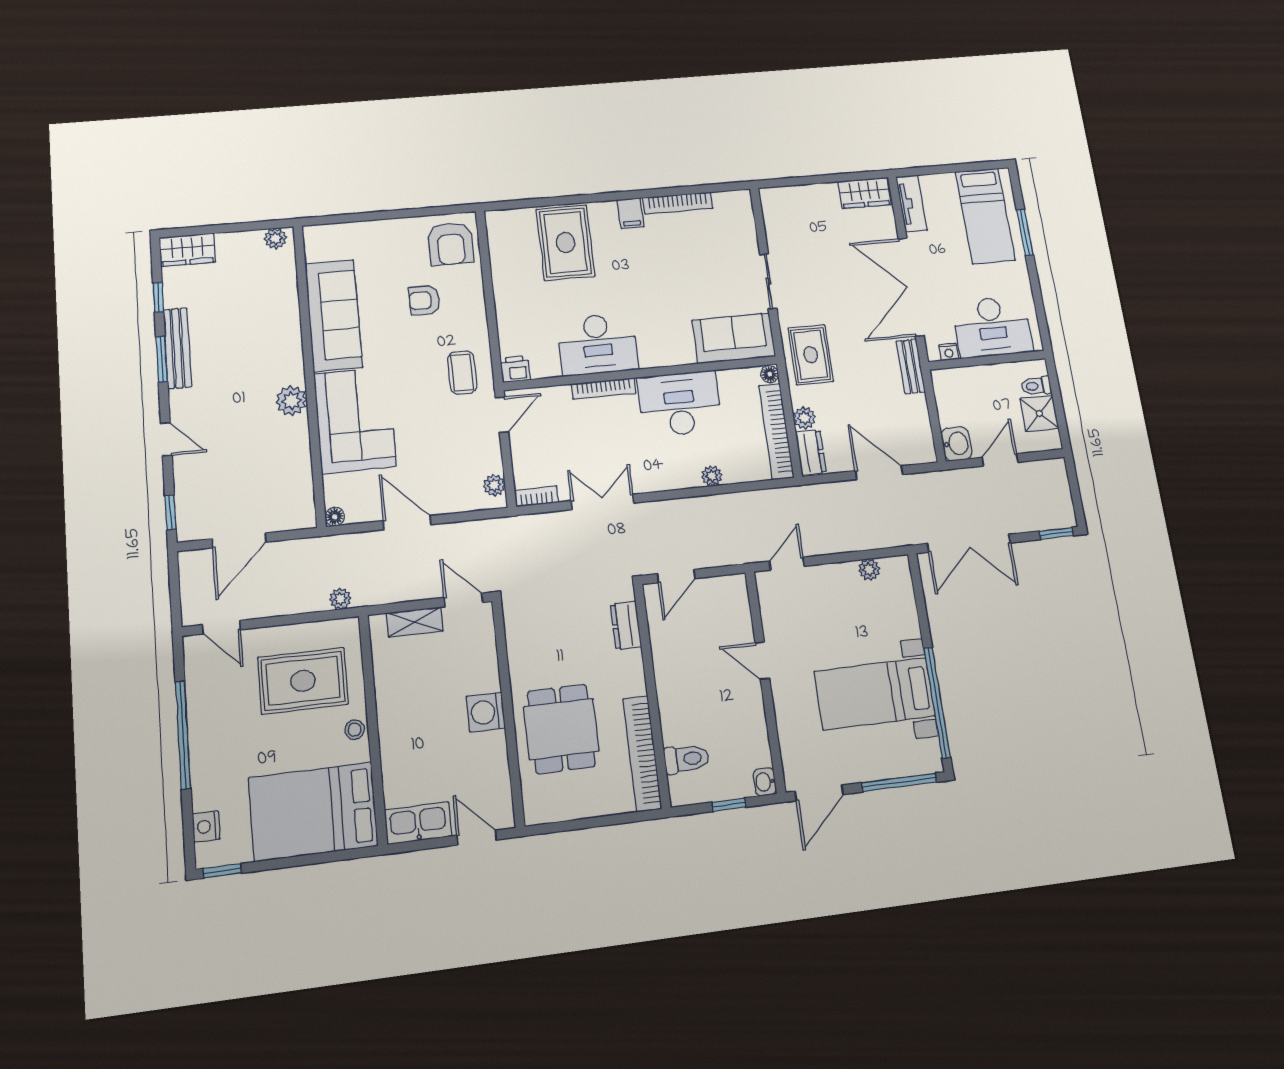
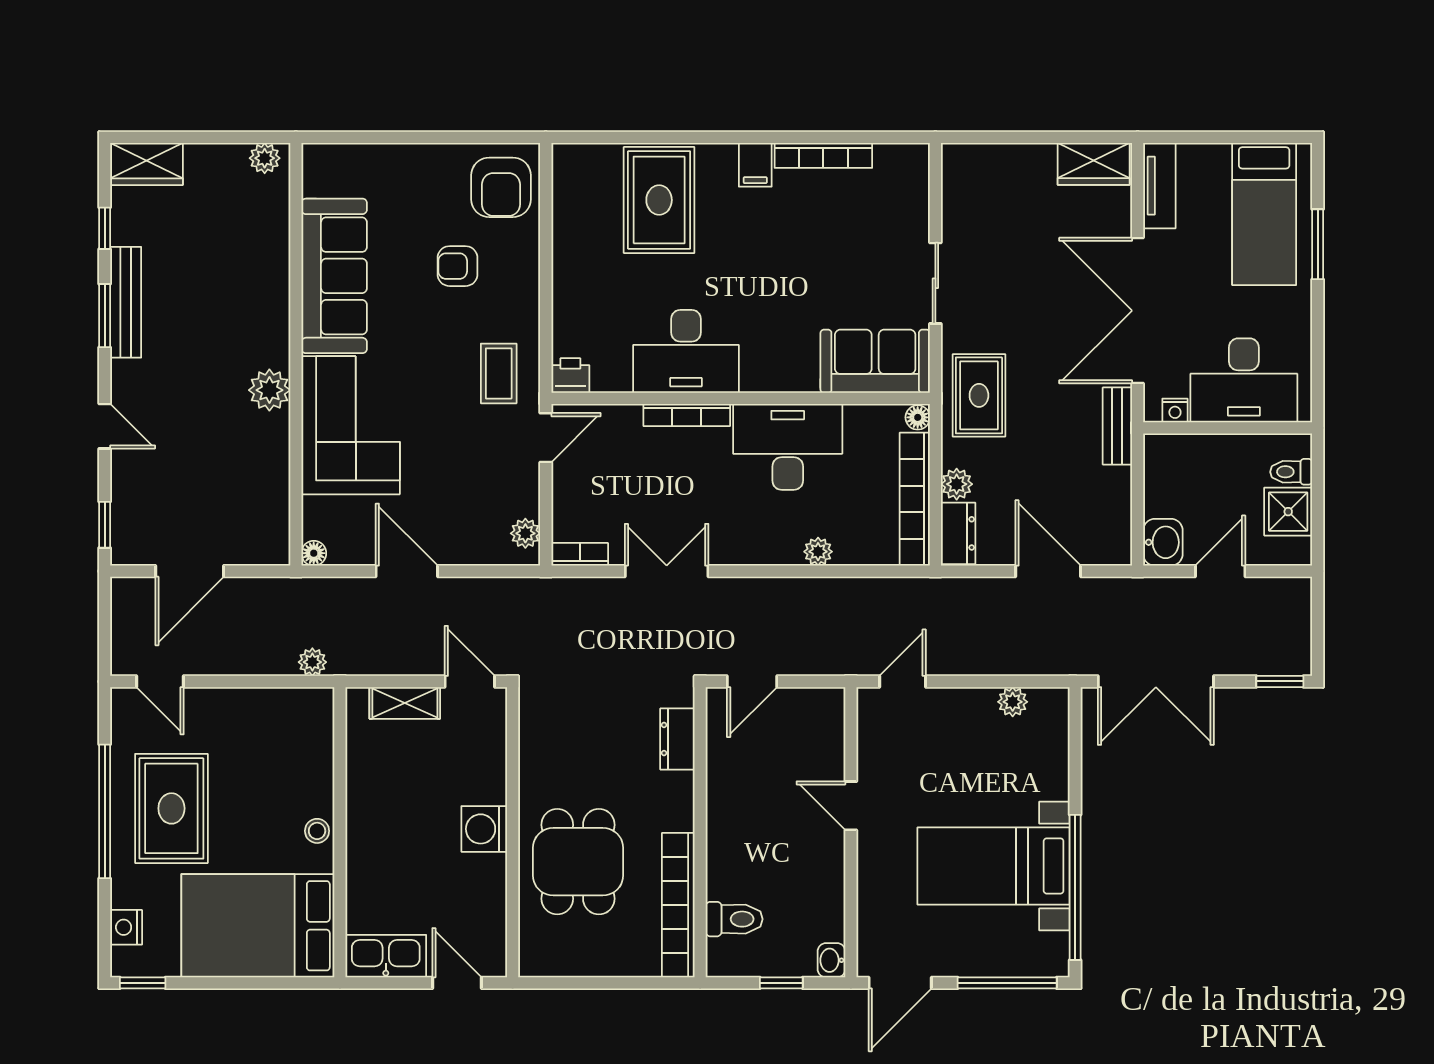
rug: (303, 681) -> (171, 808), moved, turned 90

